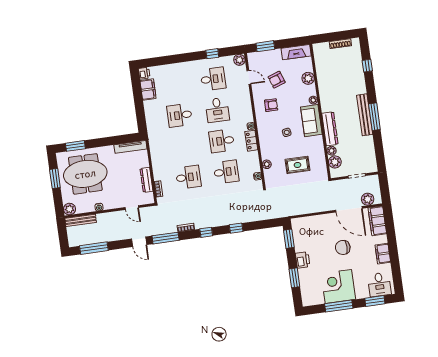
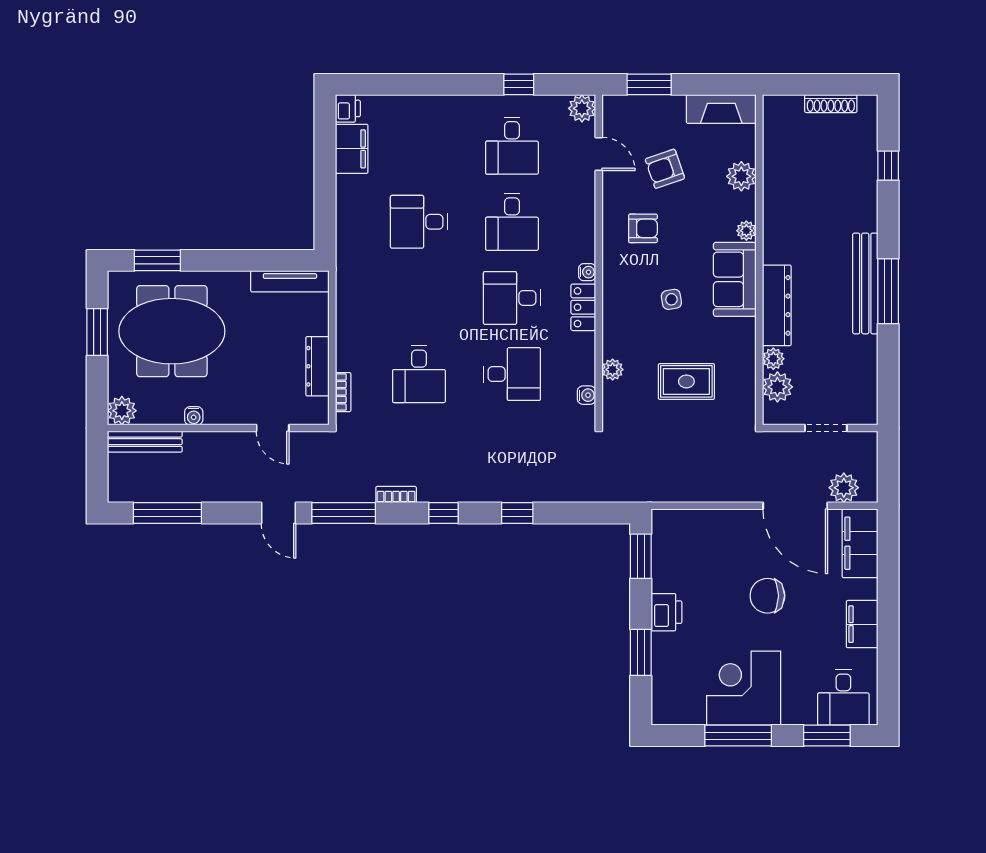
desk: (213, 79) -> (512, 146), turned 90
desk: (188, 177) -> (419, 374), turned 90

